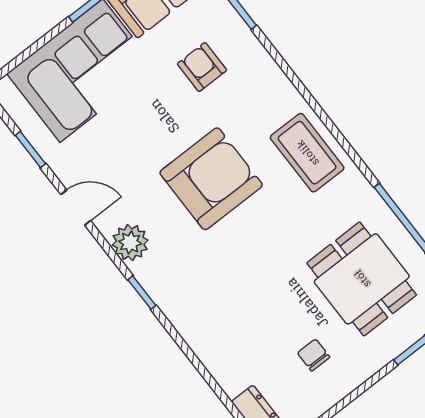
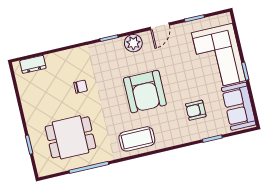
armchair: (202, 67) -> (196, 110), turned 180
chair: (314, 355) -> (80, 87), moved

